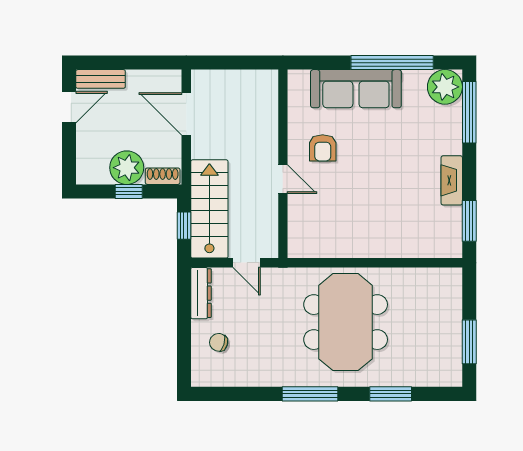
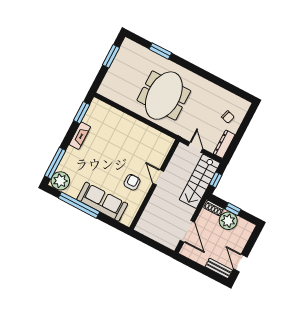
door: (69, 107) -> (240, 263), hinge flipped
window: (310, 394) -> (198, 71), removed

